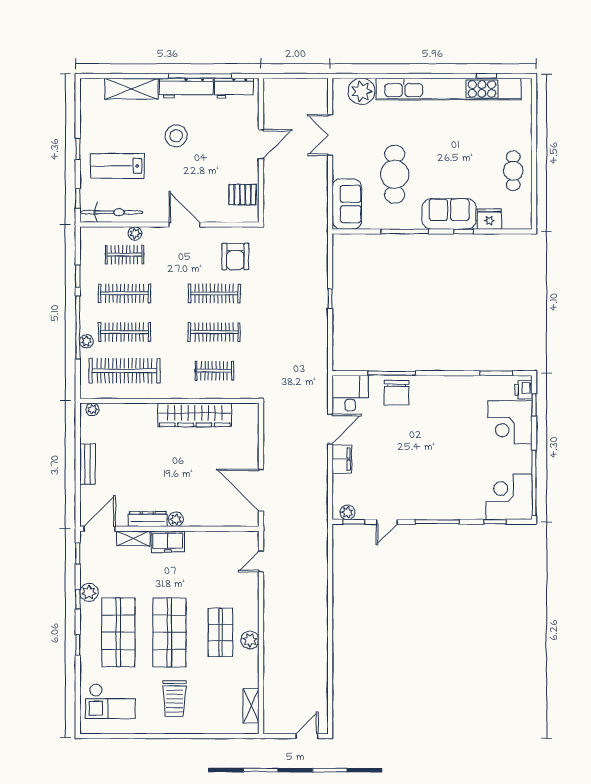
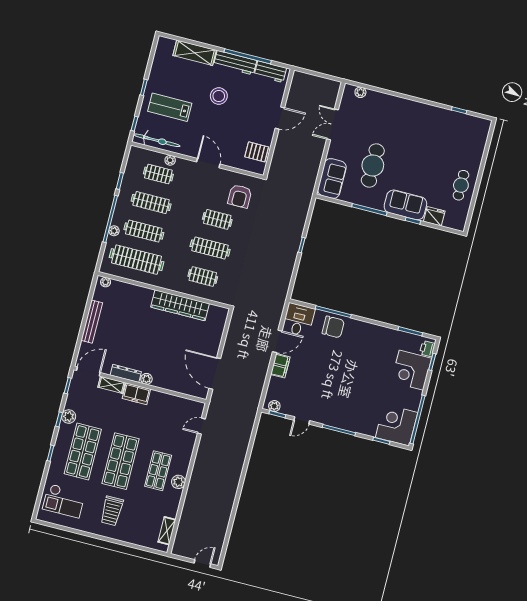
kitchen unit: (449, 89) -> (429, 113), removed
plant: (361, 91) -> (360, 92), width x0.53, depth x0.53
clothes rail: (214, 293) -> (217, 219), width x0.73
chair: (397, 393) -> (333, 327), turned -90
bench: (88, 464) -> (92, 322), width x1.36

